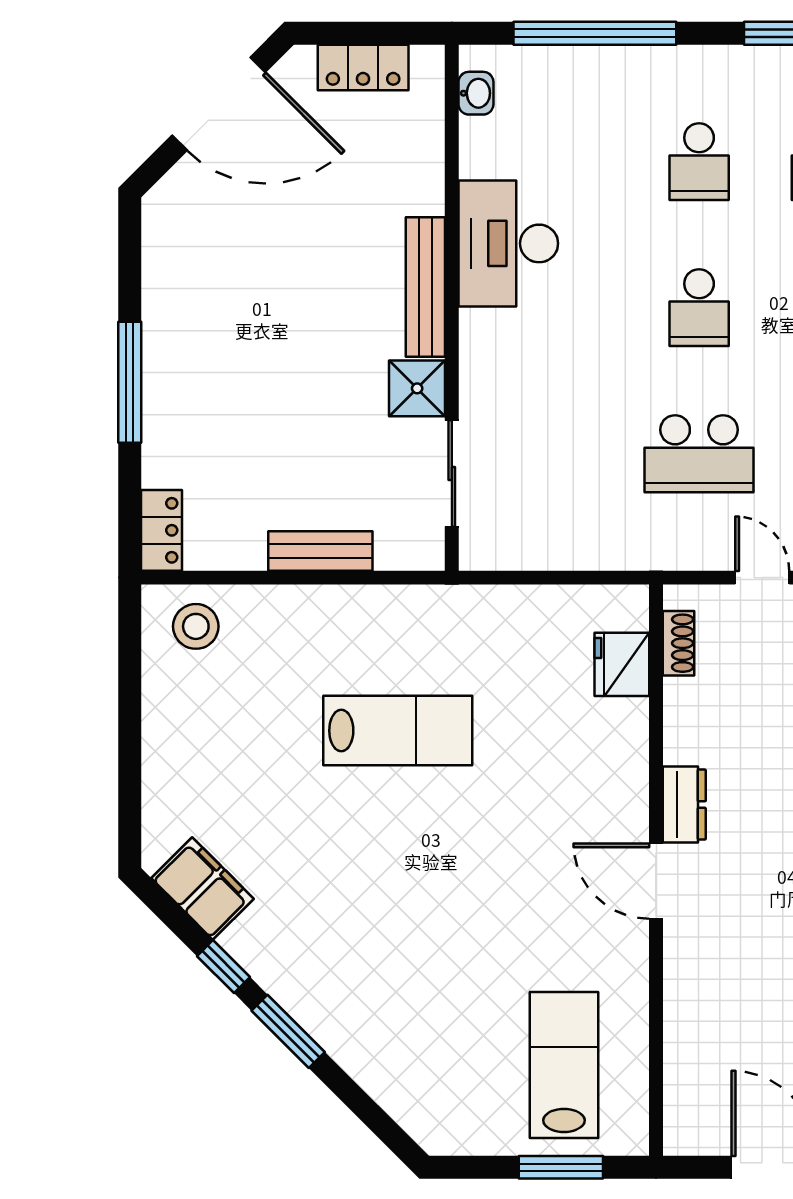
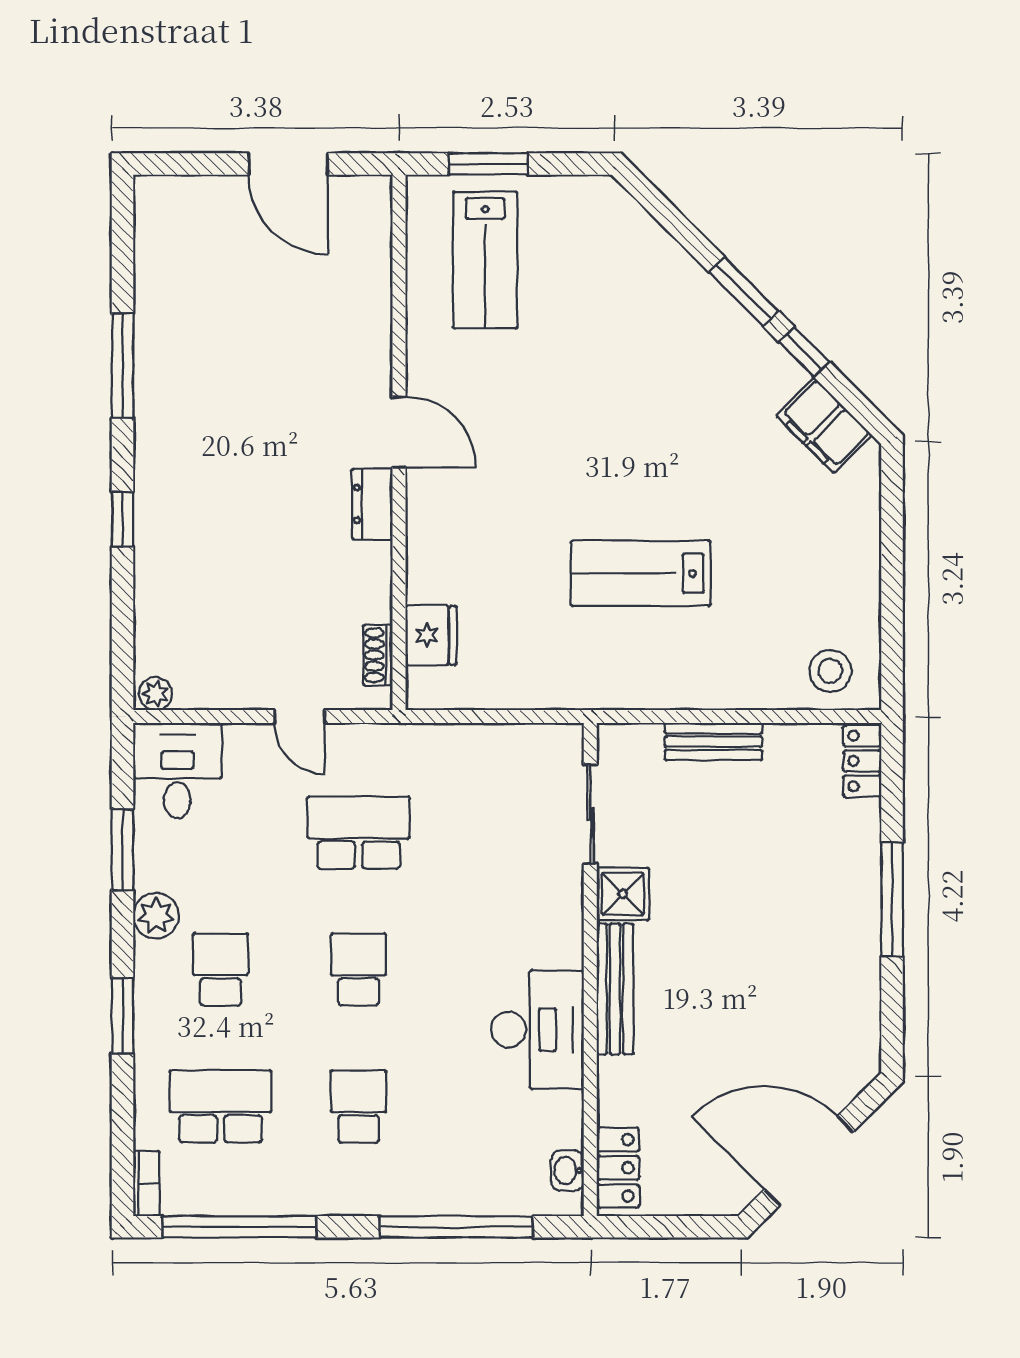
locker: (363, 67) -> (618, 1168), moved, turned 90

